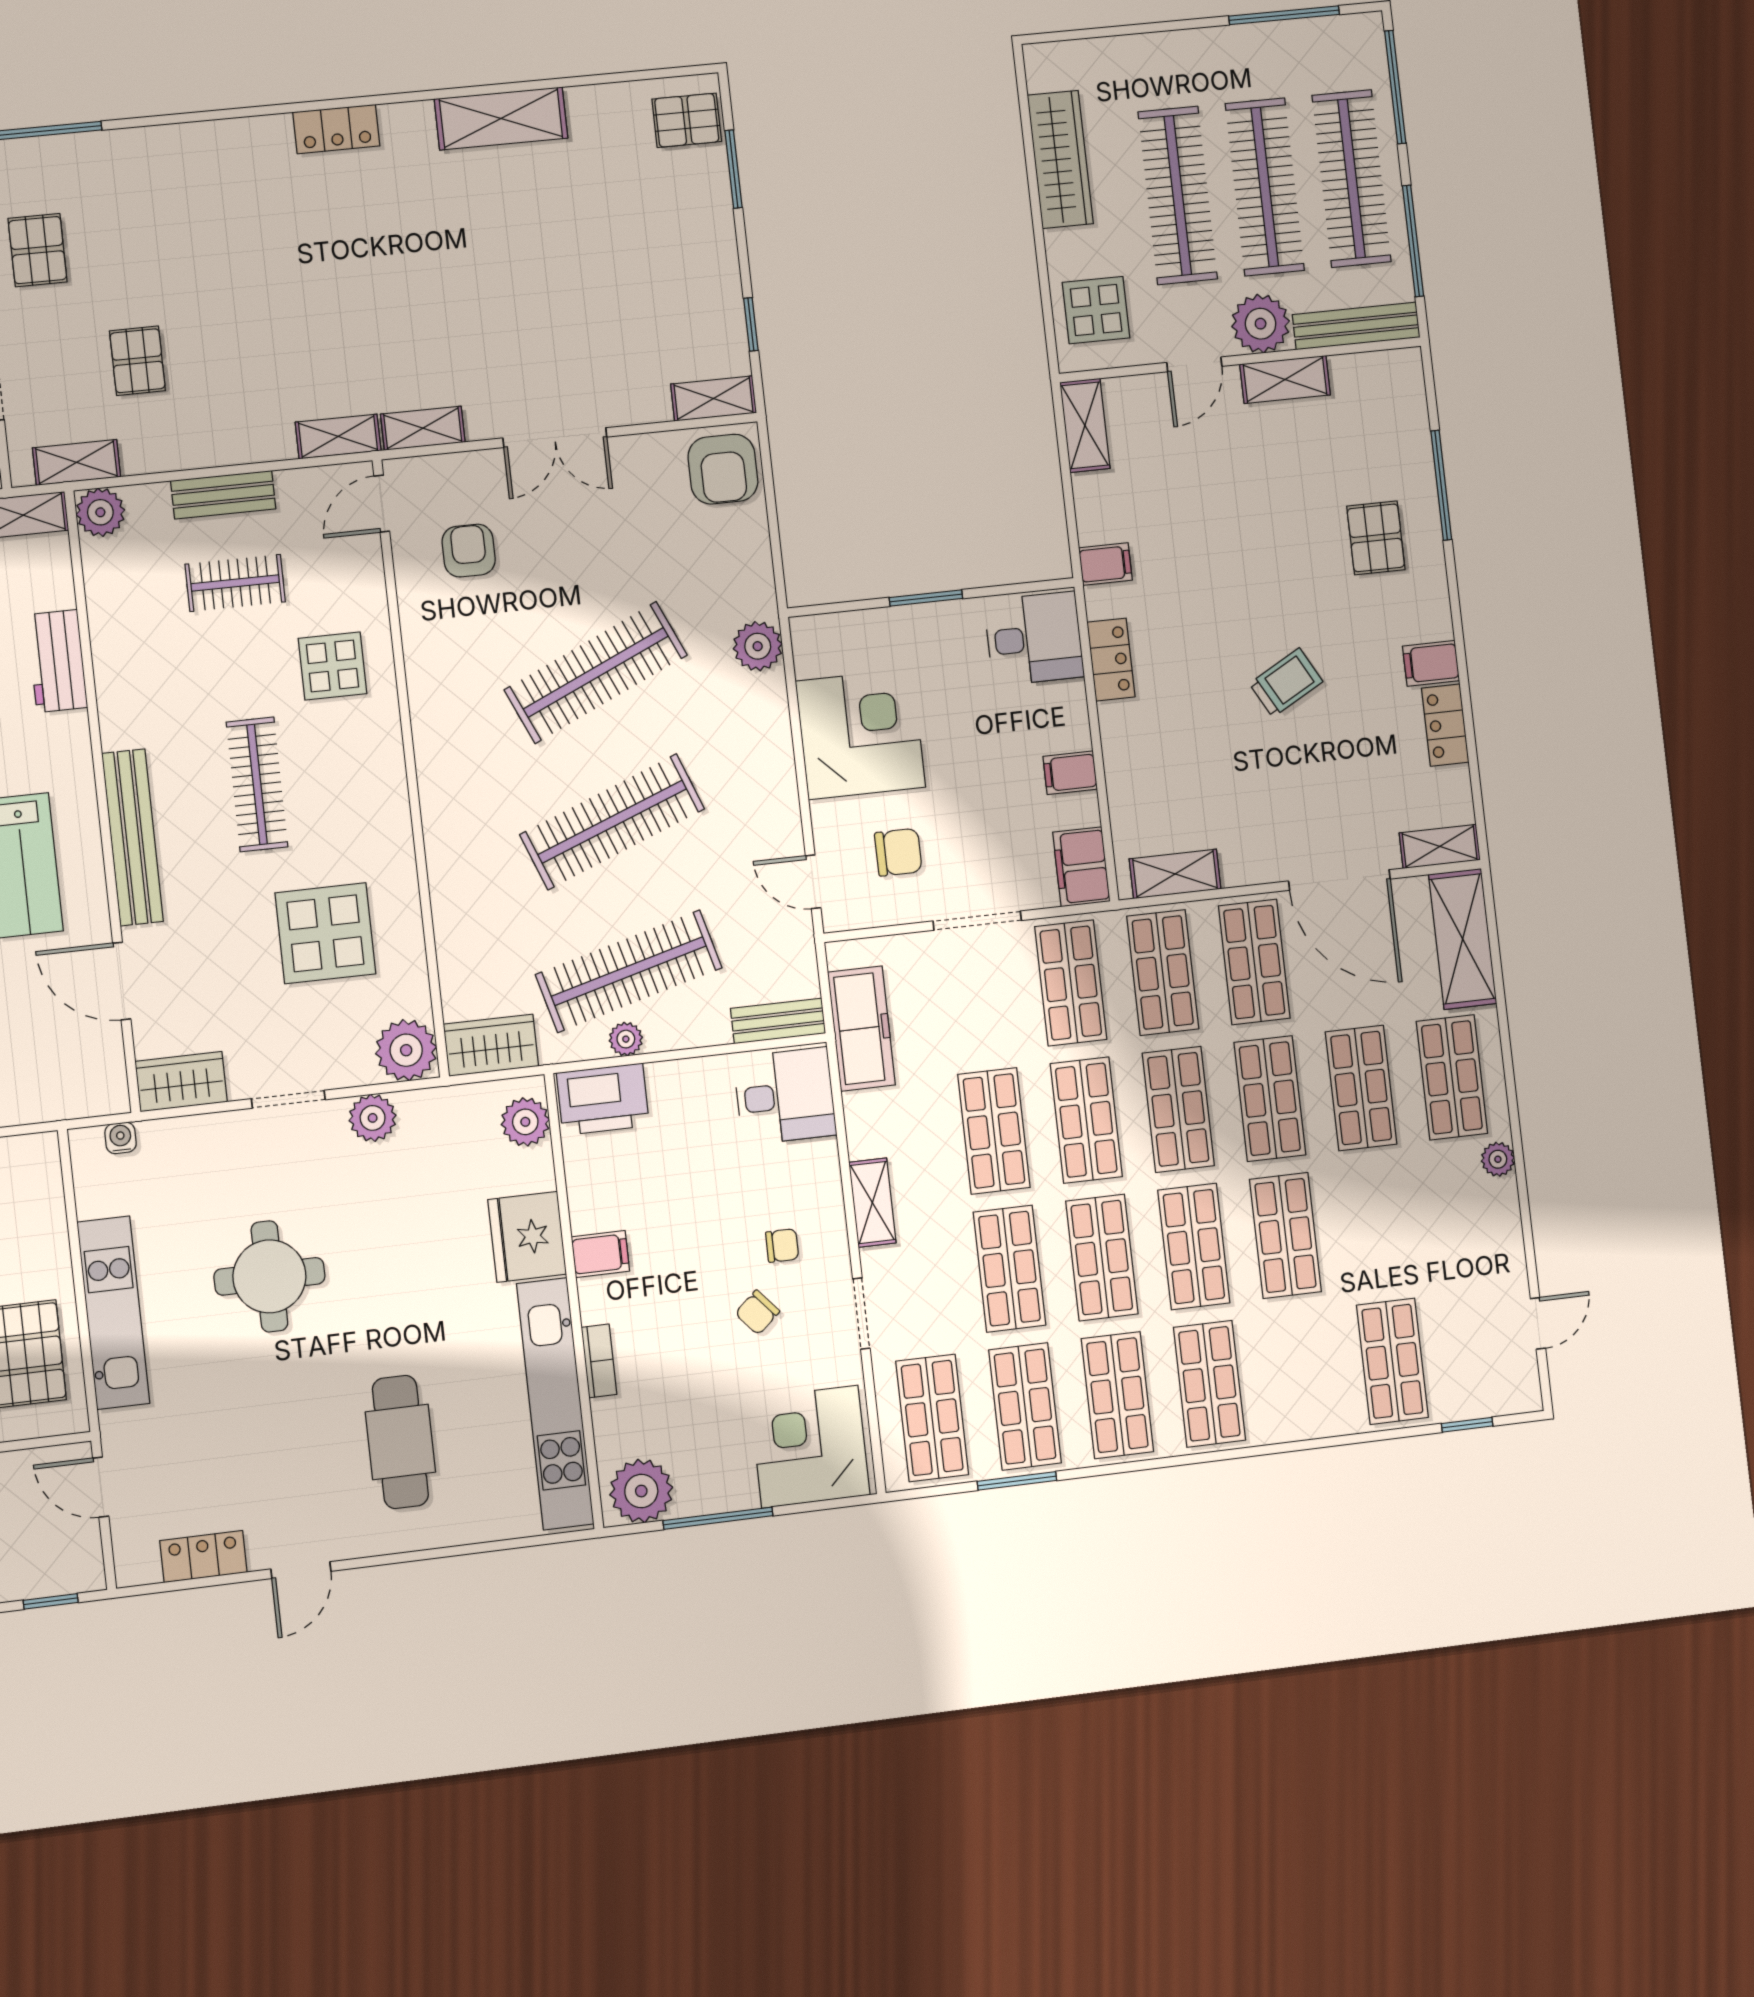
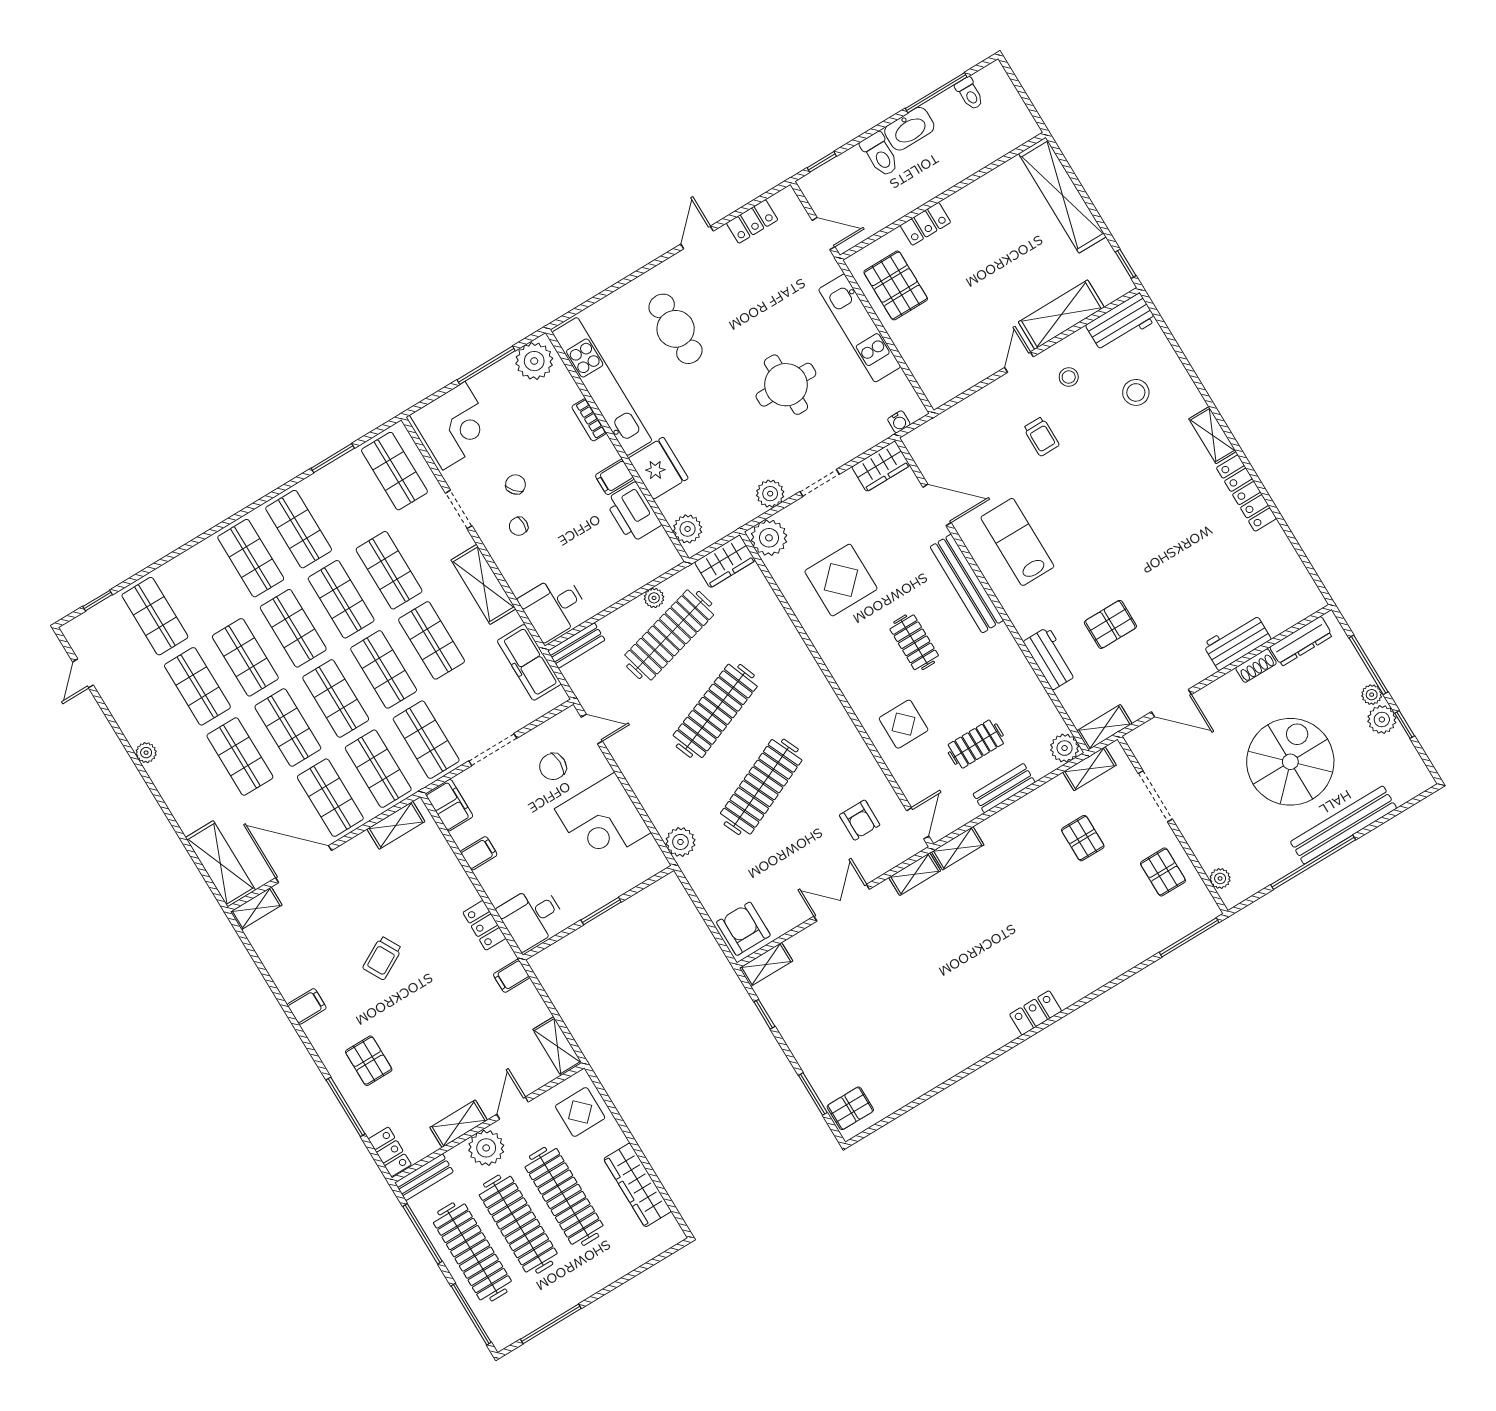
shelving: (501, 119) -> (950, 1061), removed
bench: (1356, 326) -> (424, 1177), width x0.73
locker: (1445, 725) -> (390, 1152), moved
clothes rail: (257, 784) -> (914, 642), width x0.73
shop shelf: (1452, 1077) -> (197, 686), moved
printer: (603, 1099) -> (633, 512), moved, turned -90
shelving: (872, 1203) -> (483, 584), width x1.50, depth x1.33
shop shelf: (1025, 1406) -> (347, 500), removed

